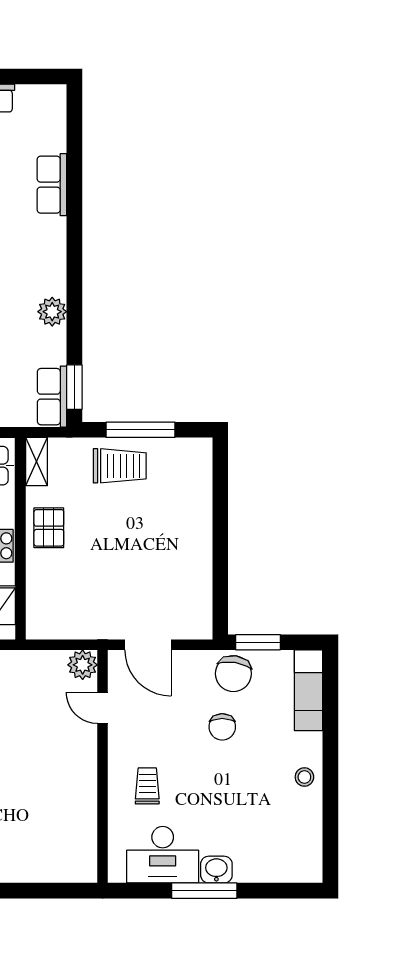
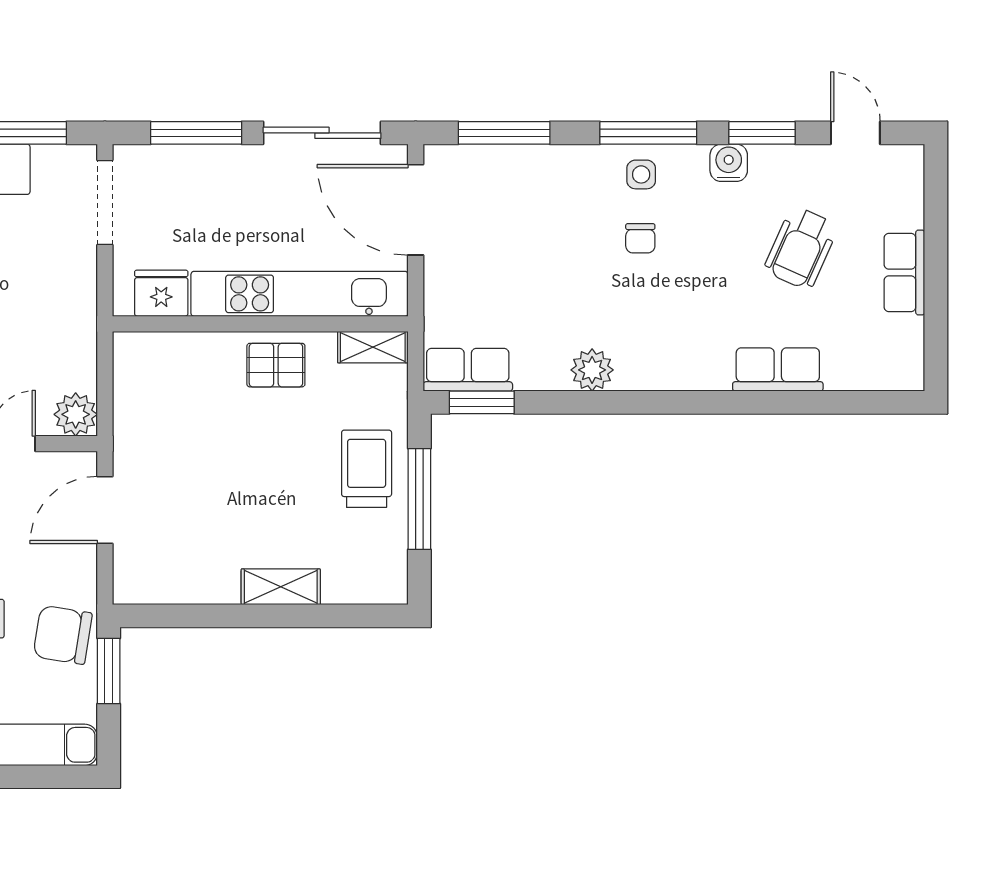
trolley: (120, 466) -> (367, 469), turned 180
shelving: (200, 525) -> (281, 587), added

